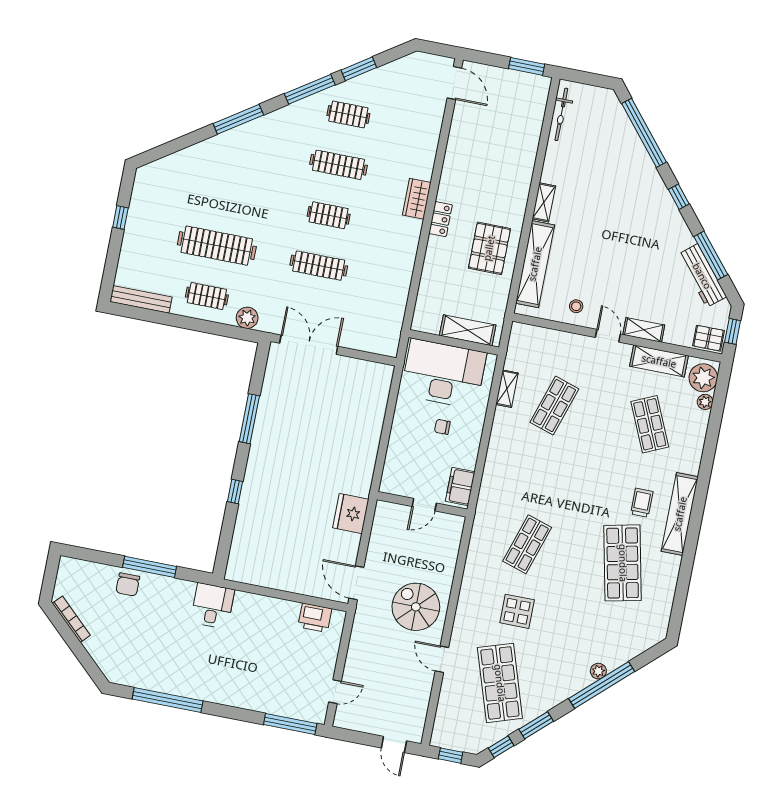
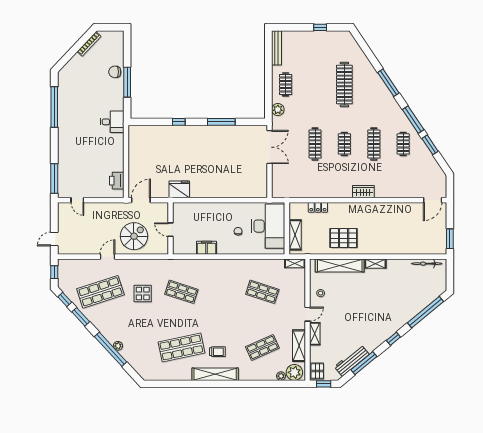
locker: (441, 219) -> (318, 207), moved
clothes rail: (217, 246) -> (344, 84), moved
shelving: (507, 389) -> (295, 263), moved
wall: (422, 504) -> (171, 228), moved
door: (424, 505) -> (171, 230), moved

